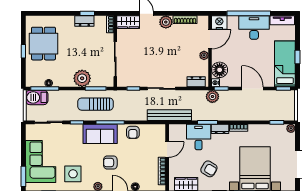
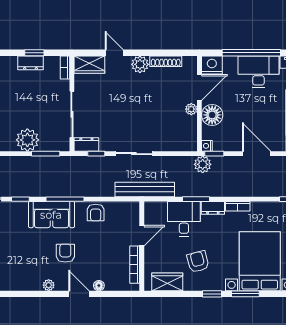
floor lamp: (220, 70) -> (212, 115), moved
dresser: (196, 82) -> (86, 144), moved
sun lounger: (96, 104) -> (45, 175), removed
armchair: (110, 163) -> (65, 253), turned 90
armchair: (209, 169) -> (198, 262), turned -136
side table: (73, 174) -> (15, 268), removed

